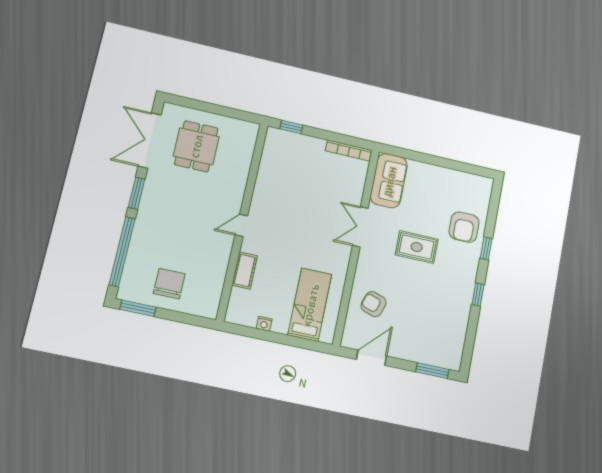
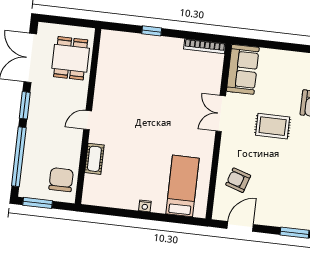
wall: (242, 221) -> (88, 116), moved
door: (241, 225) -> (88, 120), moved
cot: (245, 271) -> (94, 159), moved

